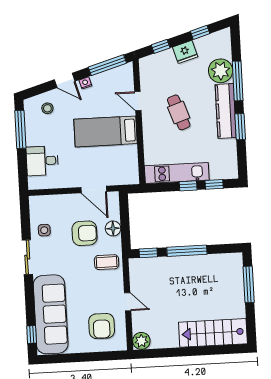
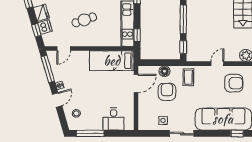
dishwasher: (166, 58) -> (45, 27), added
door: (138, 101) -> (64, 49), moved
bed: (105, 131) -> (112, 61), moved, turned 90
window: (188, 186) -> (137, 35), moved

